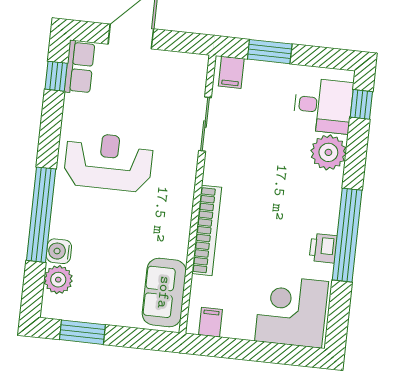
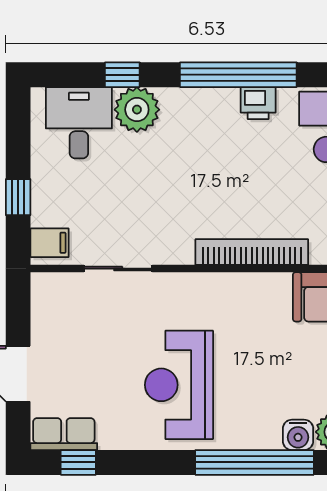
window: (270, 52) -> (18, 197), width x0.67
window: (361, 104) -> (122, 75), moved

